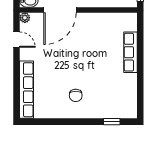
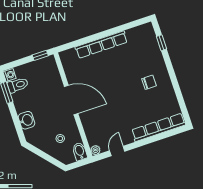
door: (60, 10) -> (71, 100), moved
row of seats: (130, 52) -> (101, 45), width x1.36

